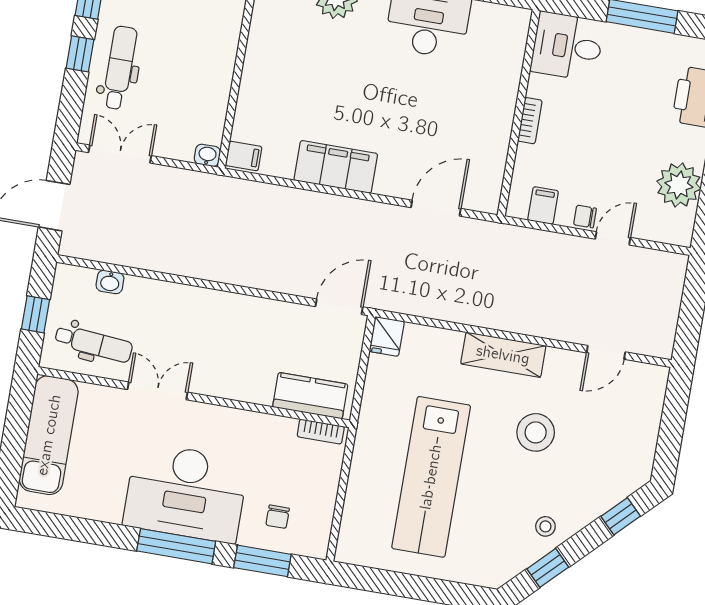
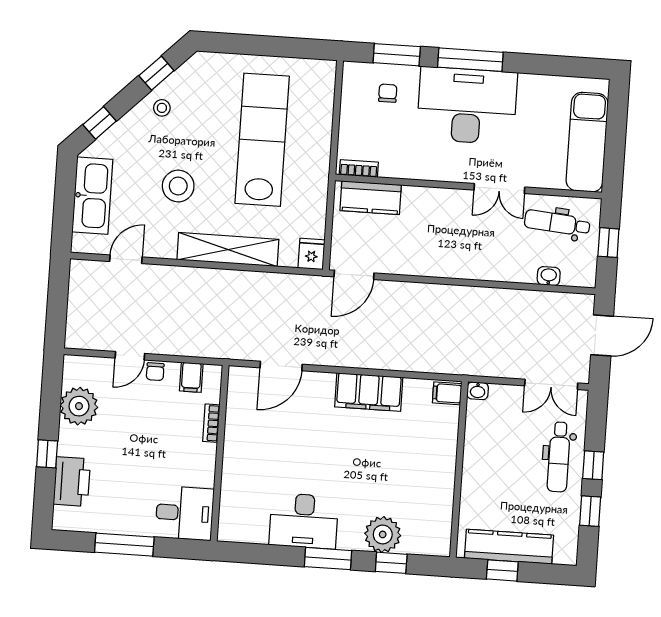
bookcase: (530, 121) -> (211, 423), moved
chair: (585, 217) -> (155, 372), turned 90
shelving: (503, 355) -> (228, 250), width x1.47
kitchen sink: (638, 431) -> (92, 196), added

